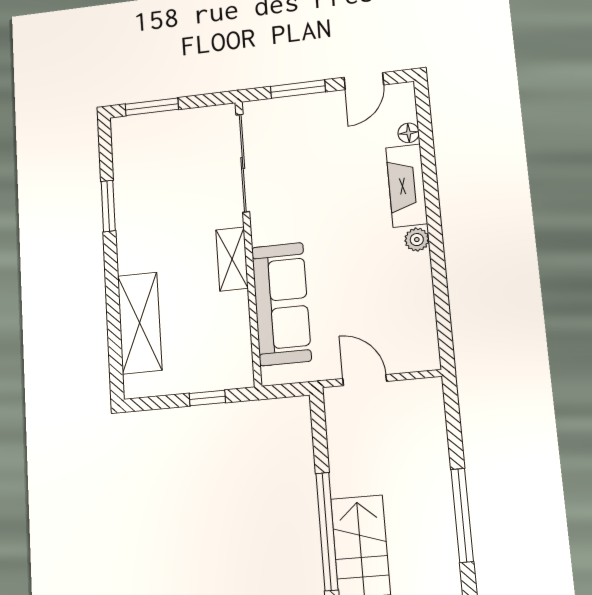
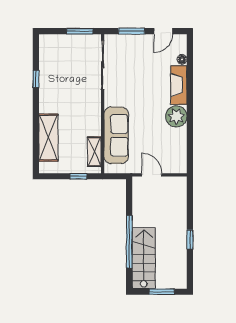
window: (152, 107) -> (80, 31), moved
window: (108, 206) -> (36, 79), width x0.67
plant: (417, 240) -> (176, 116), width x1.88, depth x1.88
shelving: (232, 259) -> (94, 152), moved
window: (462, 515) -> (190, 239), width x0.46

